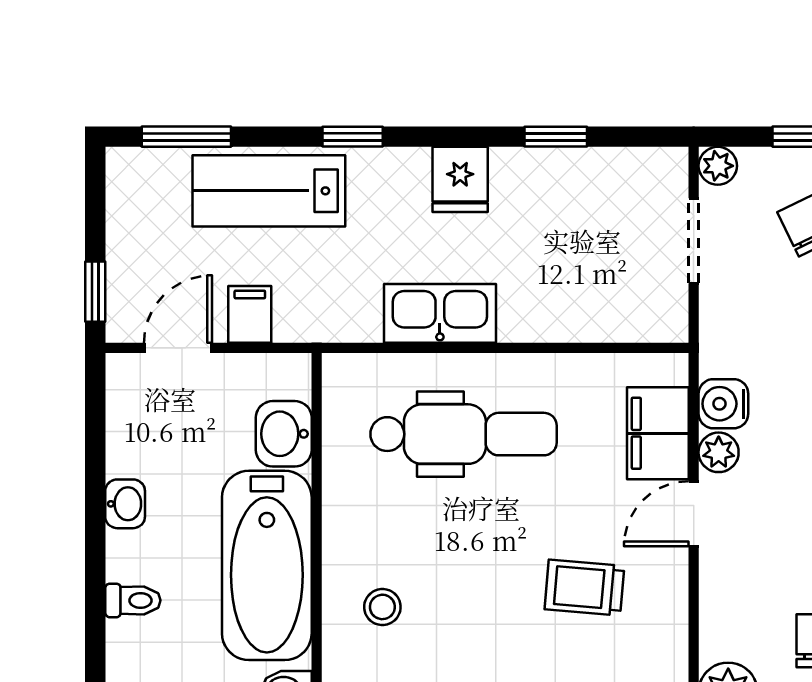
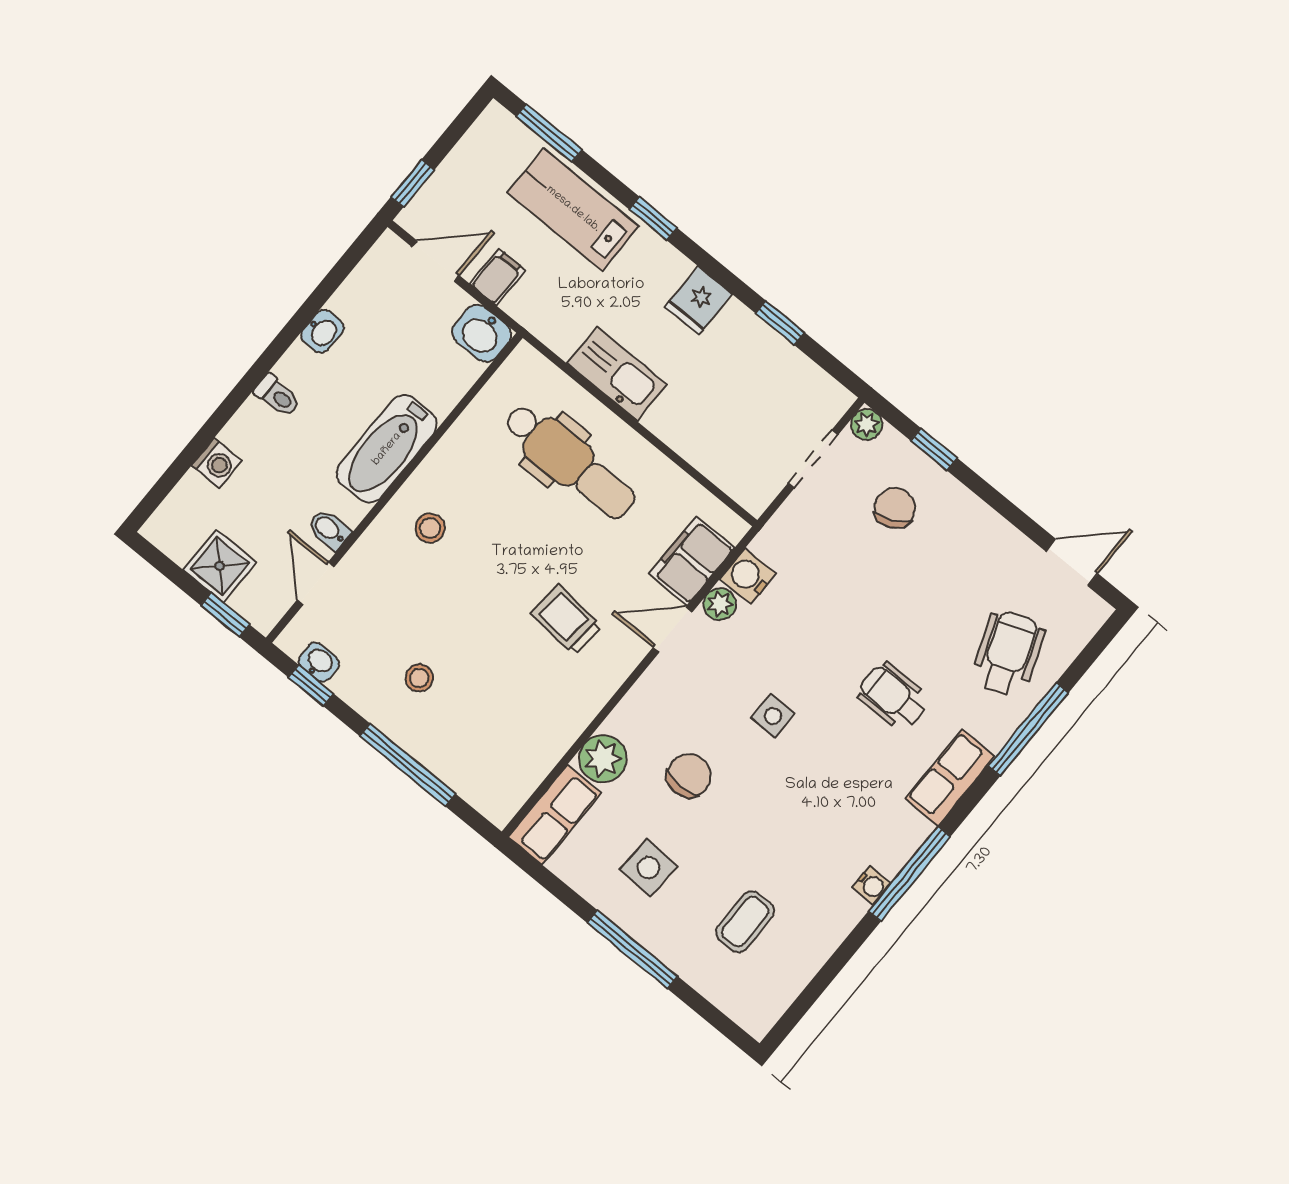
washbasin: (284, 434) -> (482, 333), moved, turned -90
bathtub: (267, 565) -> (387, 449), width x0.73, depth x0.73

